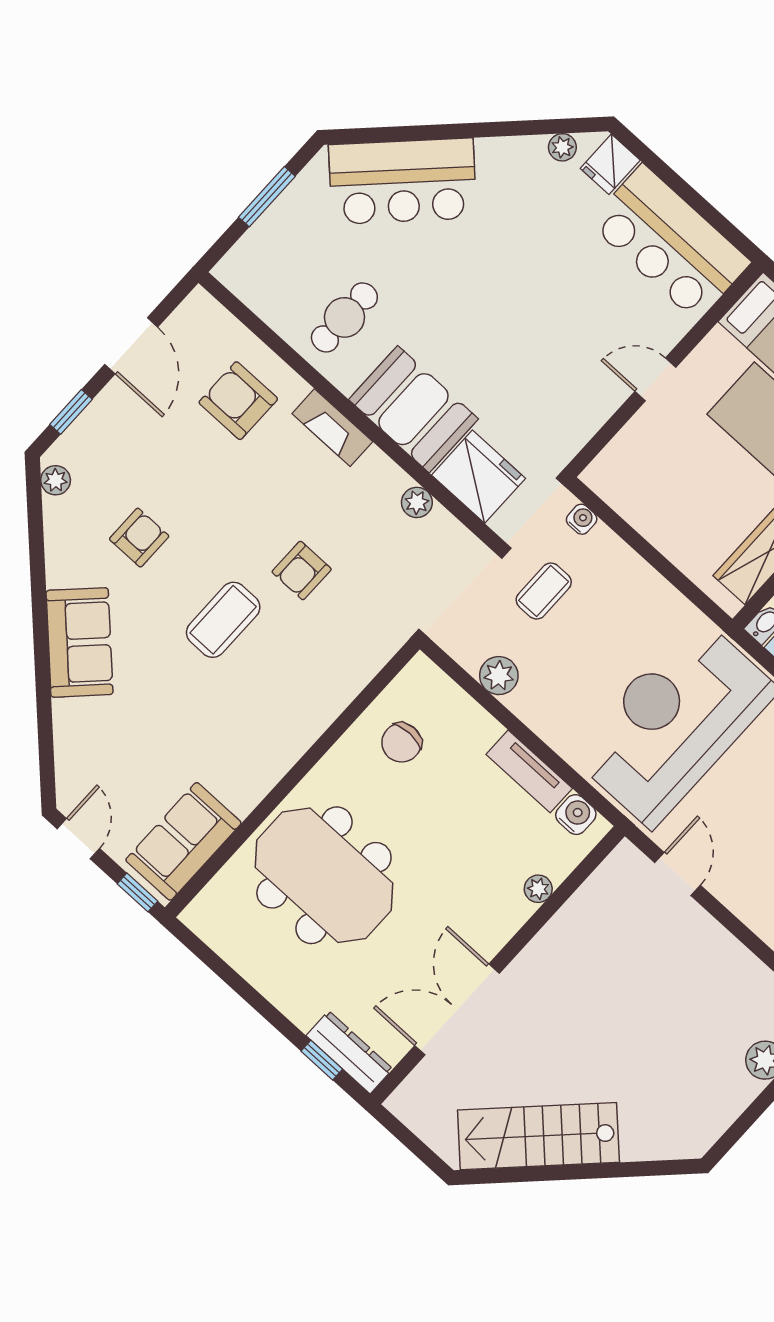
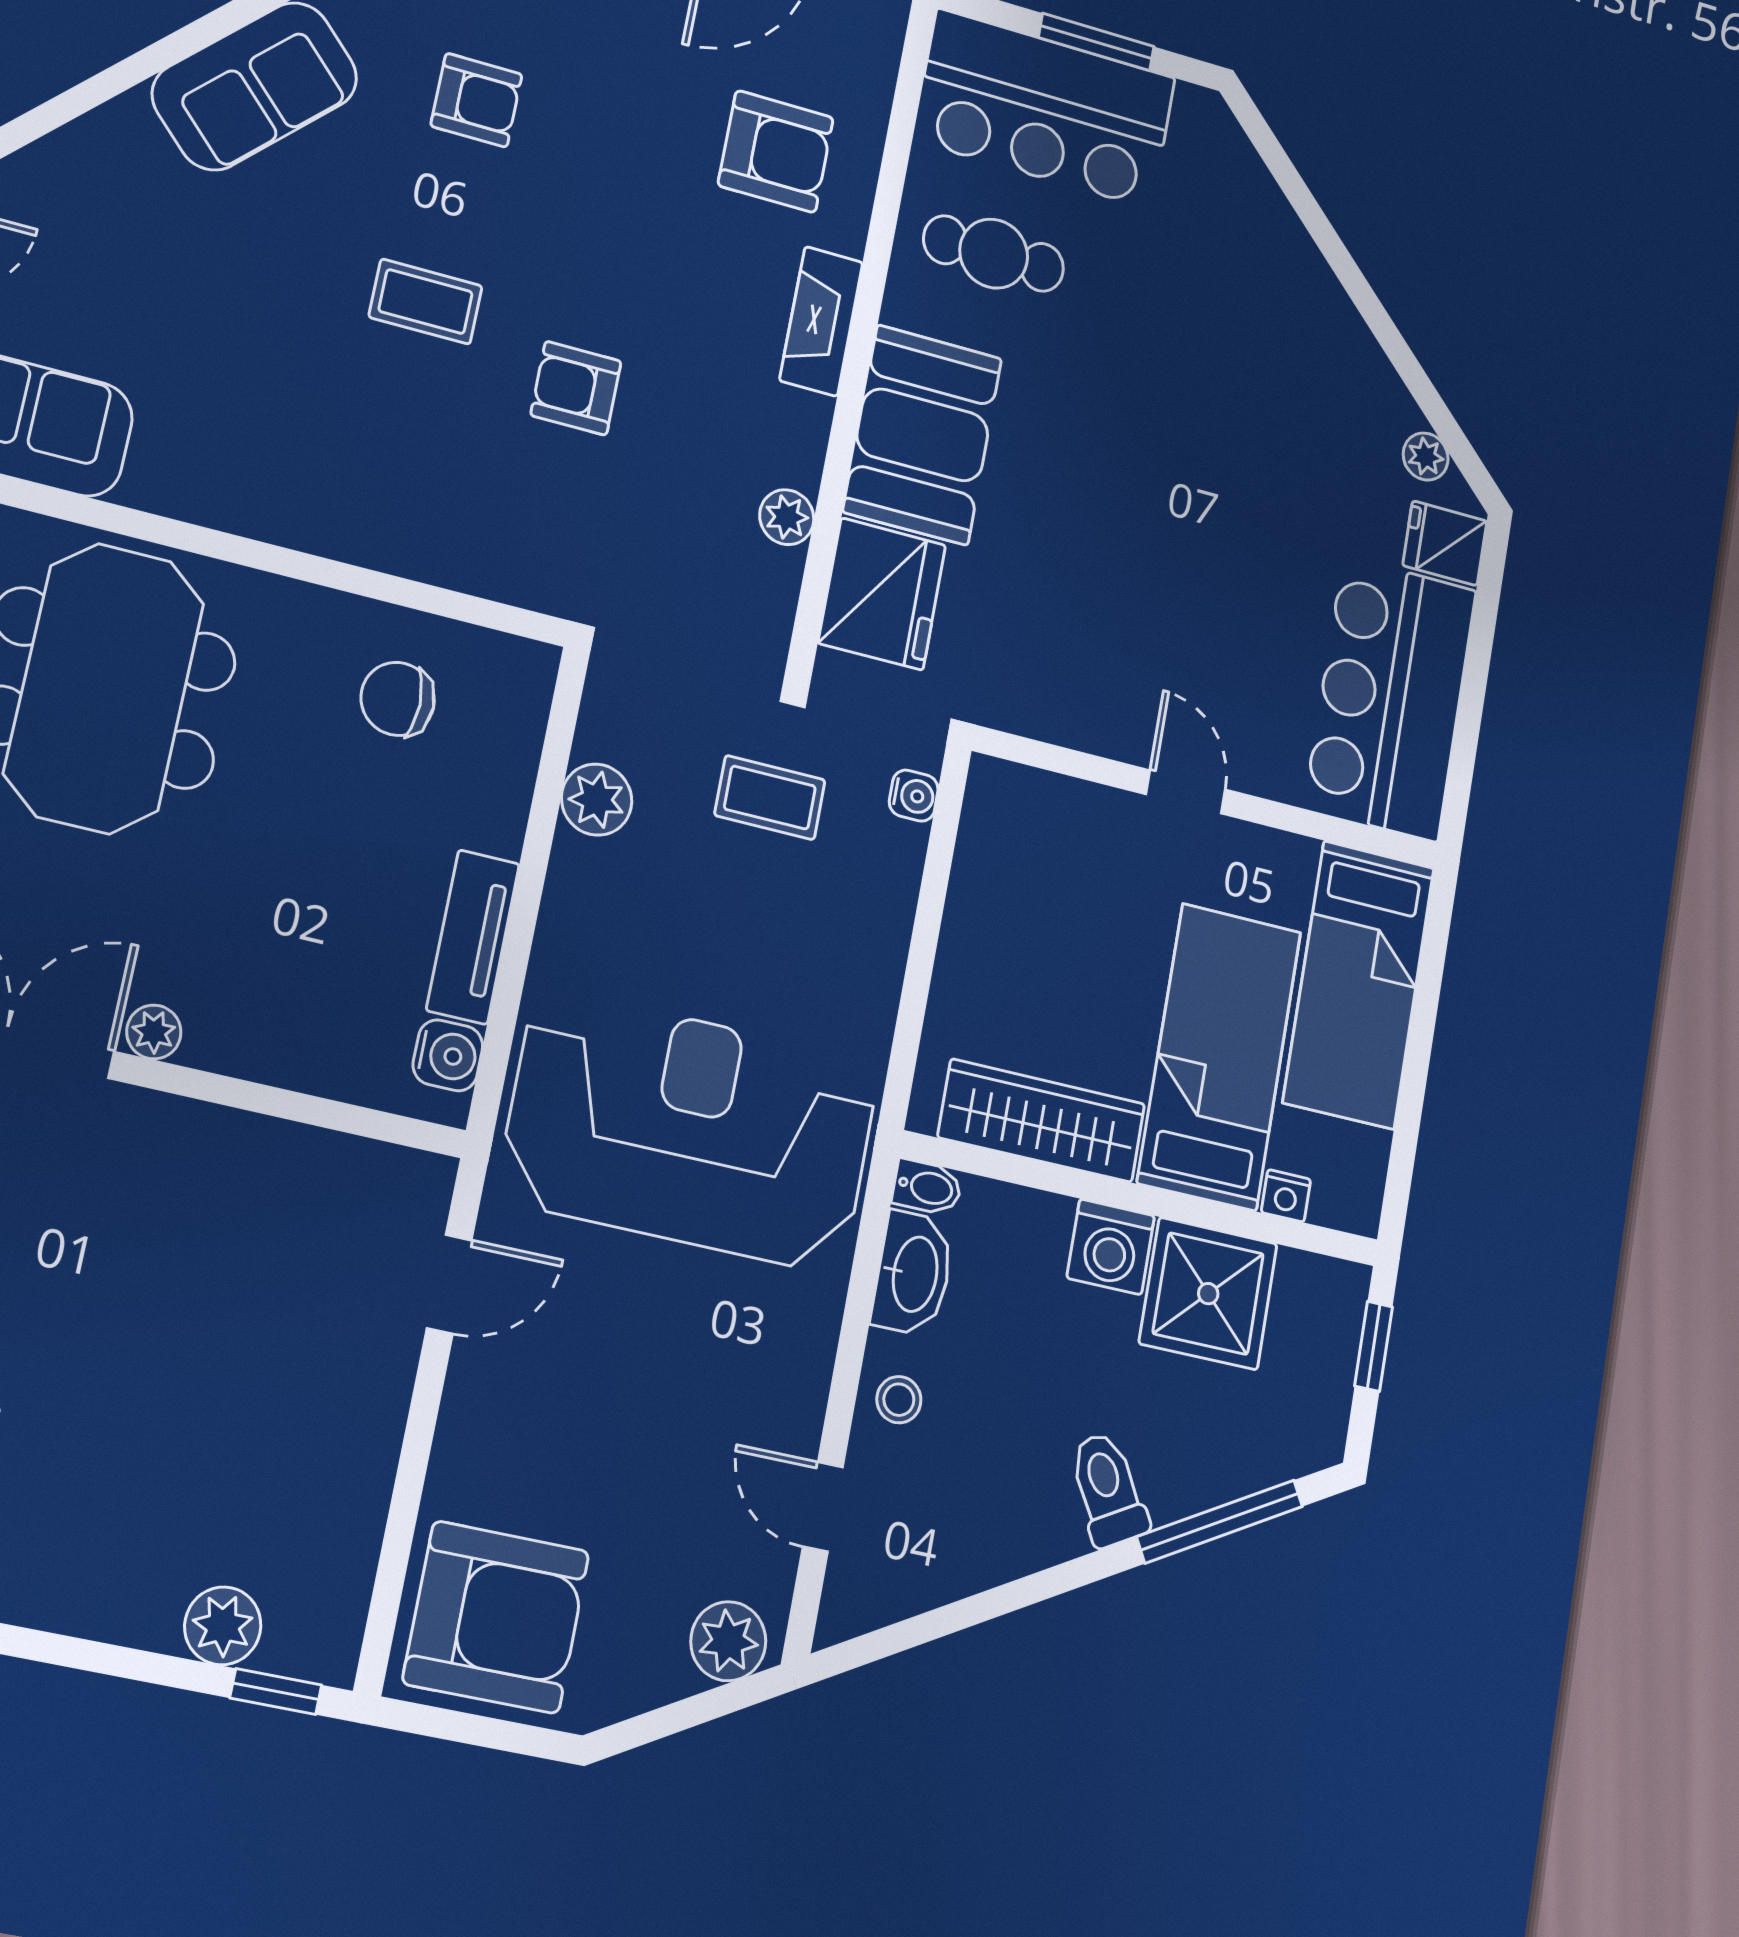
bar counter: (403, 181) -> (1045, 109), moved, turned -45
armchair: (238, 401) -> (776, 152), turned 90
coffee table: (223, 620) -> (426, 302), width x0.73, depth x0.77
plant: (538, 889) -> (154, 1032), moved

